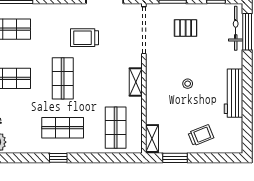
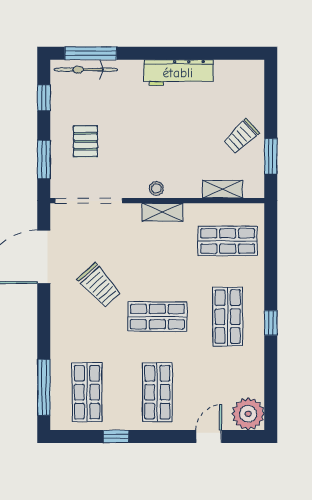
trolley: (84, 38) -> (99, 285), turned -42
stool: (188, 84) -> (156, 188), moved
trolley: (201, 135) -> (241, 136), moved, turned -111
shelving: (152, 139) -> (223, 189), moved

